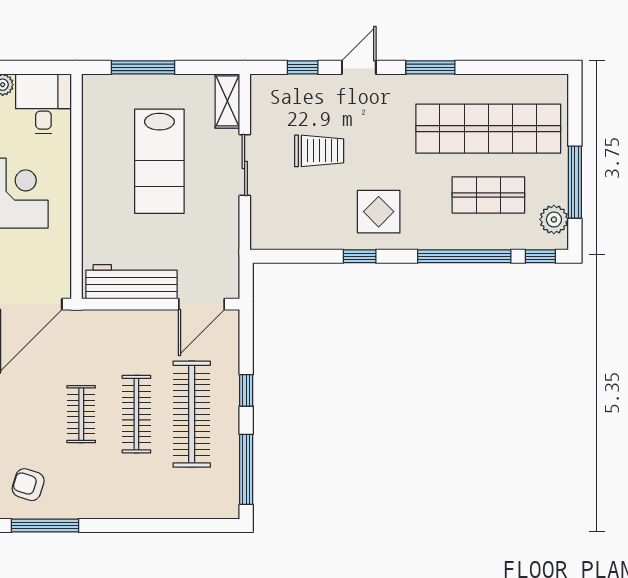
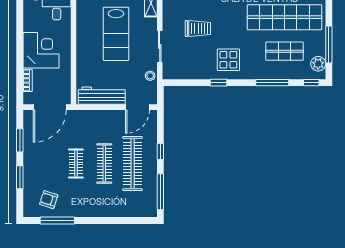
sliding door: (245, 165) -> (160, 47), moved
stool: (226, 243) -> (150, 76), added
window: (464, 256) -> (272, 83), width x0.68

